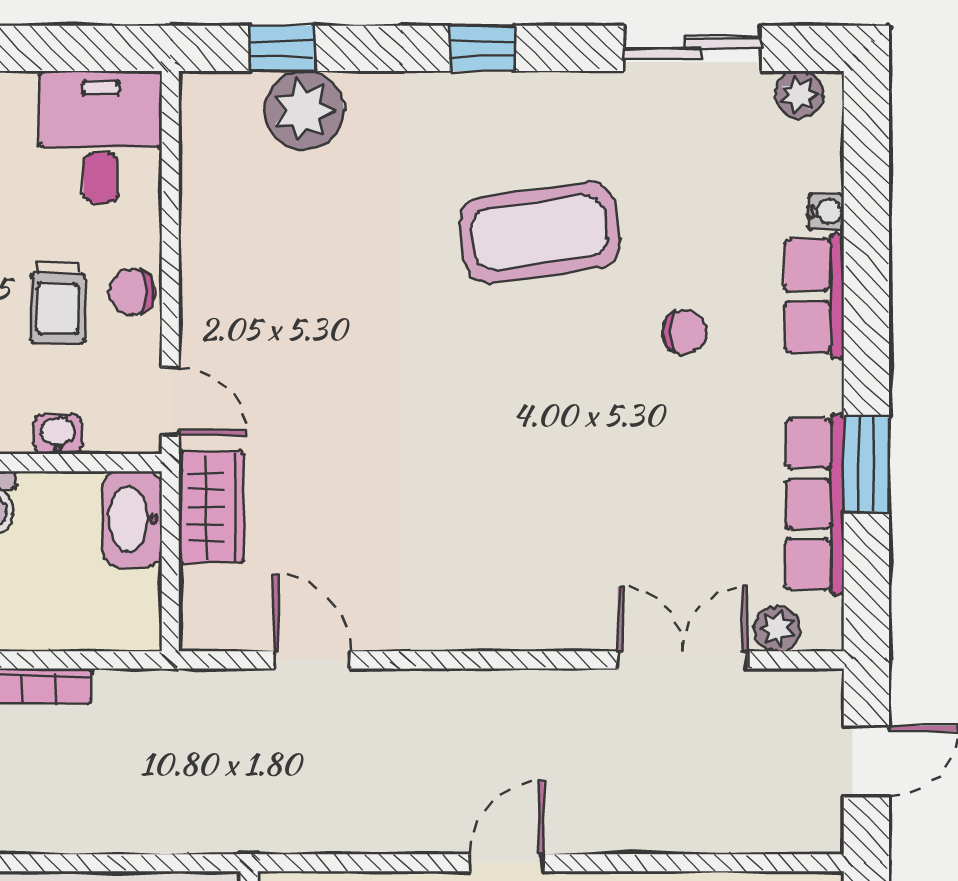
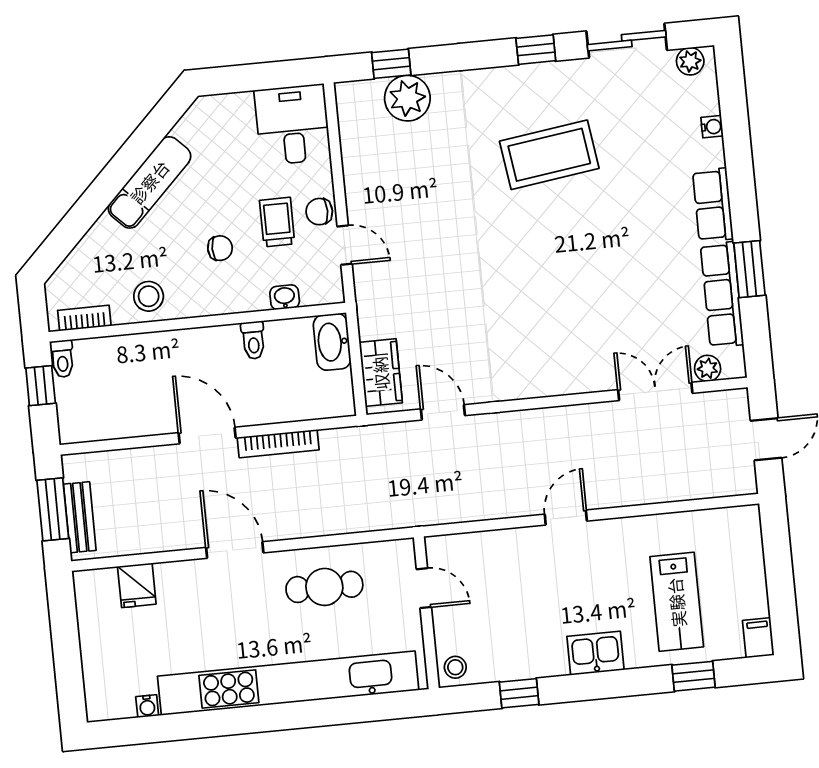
window: (482, 48) -> (536, 50), moved
row of seats: (814, 296) -> (713, 205), moved
trolley: (58, 303) -> (277, 222), turned 180
chair: (684, 332) -> (638, 204), removed
door: (170, 401) -> (345, 245), moved
wardrobe: (211, 507) -> (381, 373), moved

